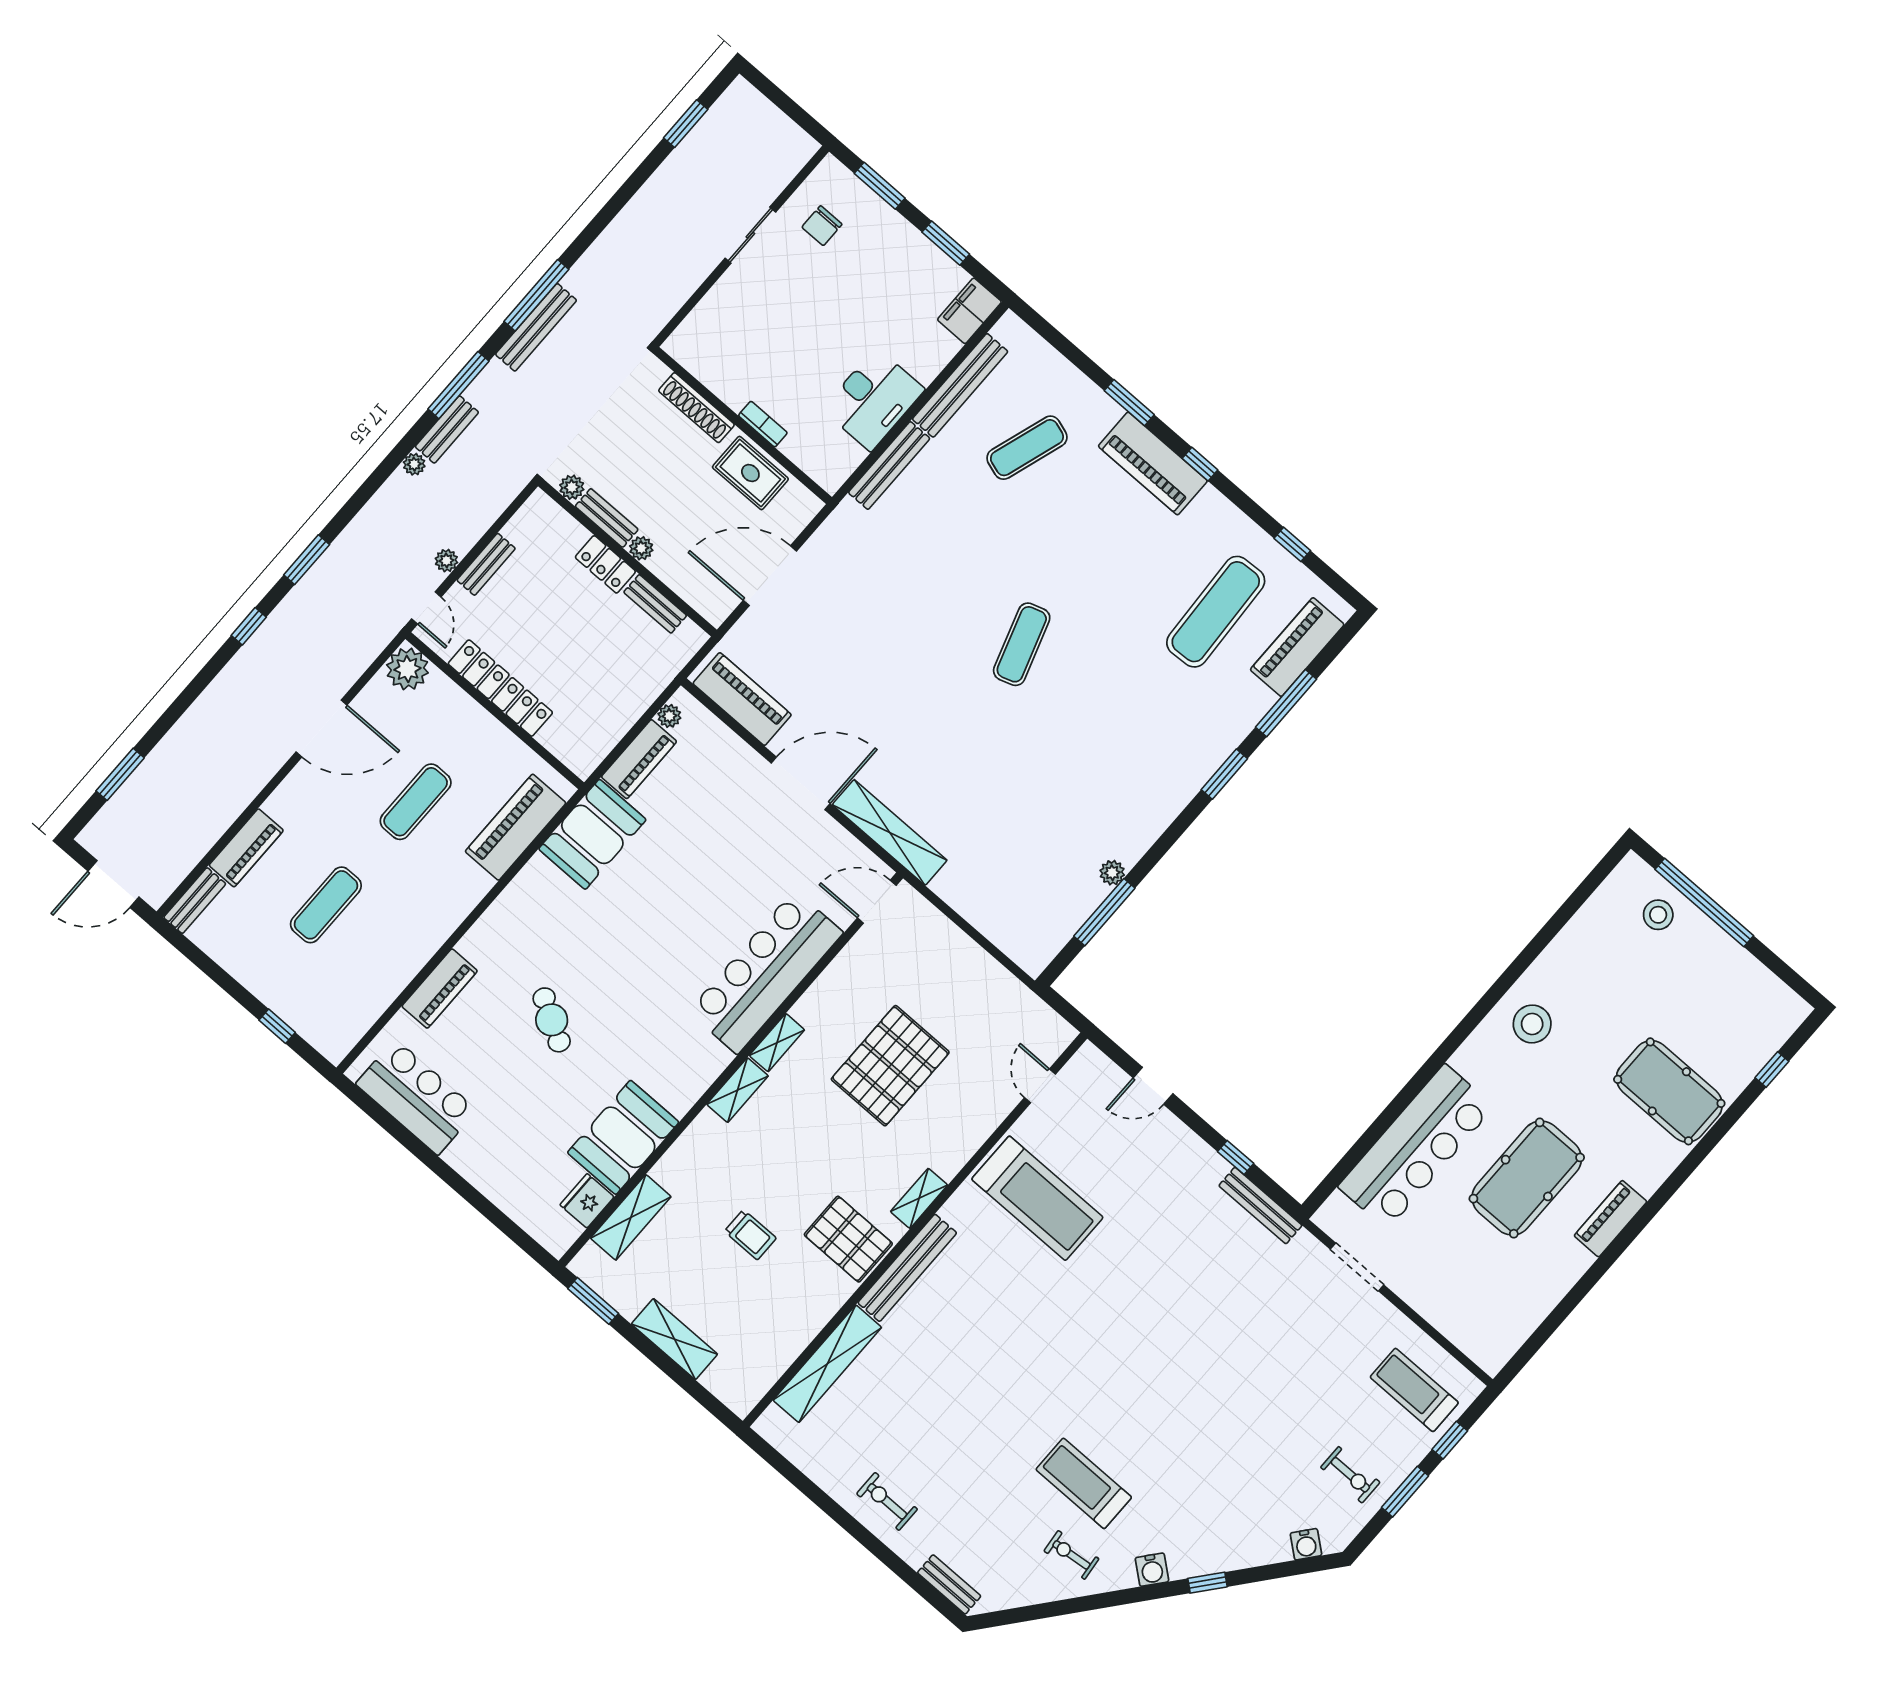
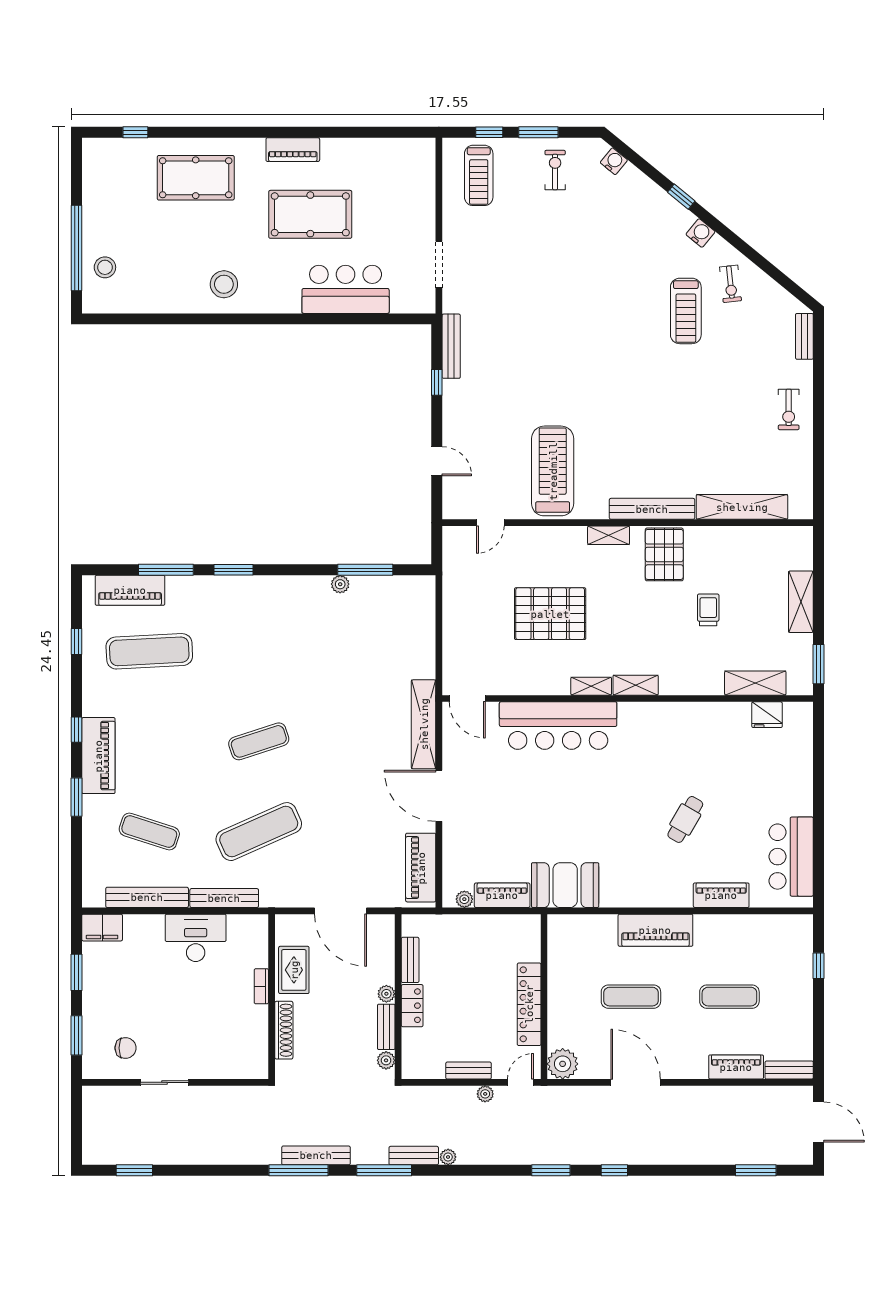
exercise mat: (927, 562) -> (259, 832), added
piano: (516, 827) -> (655, 930), moved
pool table: (1669, 1091) -> (196, 178), turned 90
booth: (623, 1137) -> (715, 725), removed
bar counter: (1416, 1147) -> (346, 289), width x0.73

